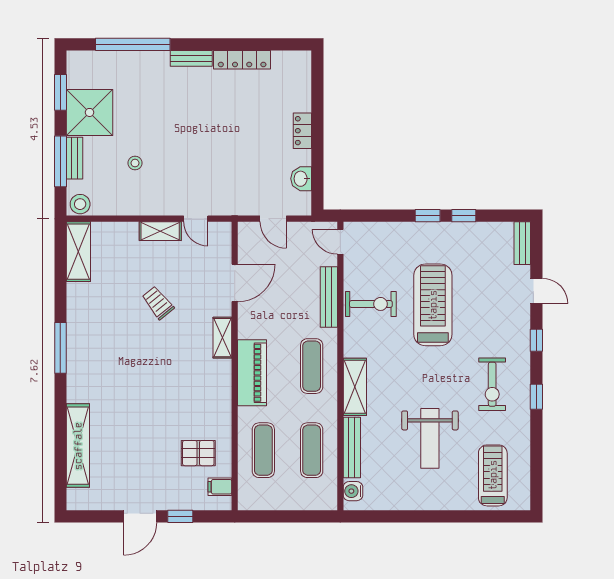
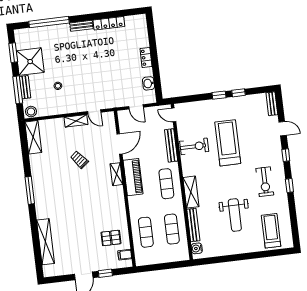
piano: (252, 373) -> (133, 177), moved

